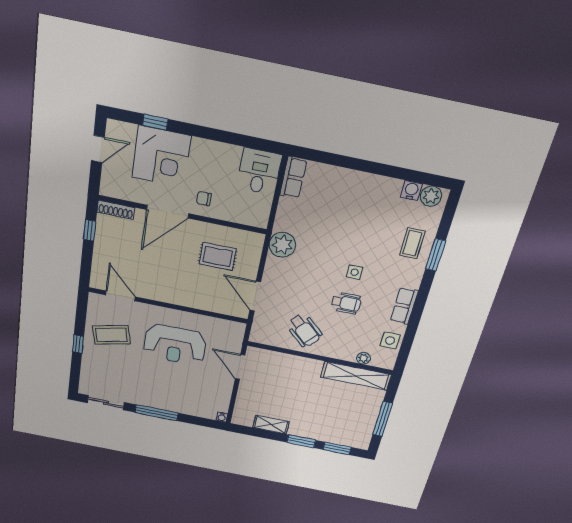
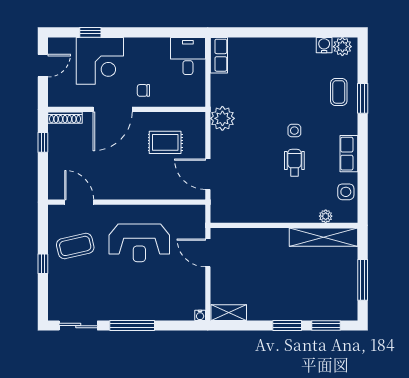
wheelchair: (346, 303) -> (294, 163), turned -90
wheelchair: (304, 330) -> (262, 199), removed
shelving: (271, 425) -> (229, 313), moved

